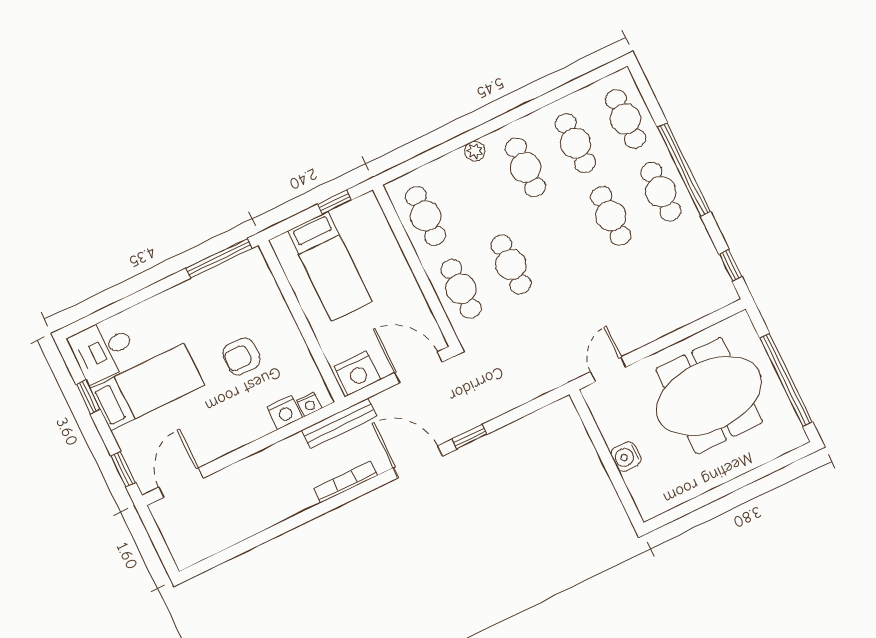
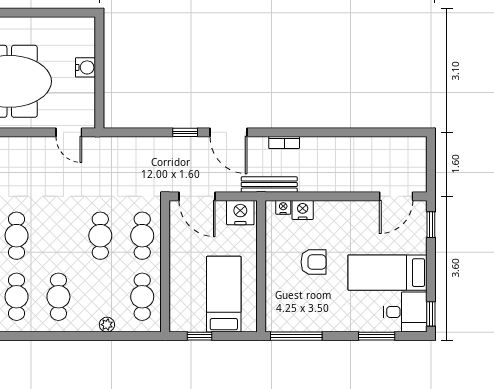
plant: (475, 151) -> (107, 325), moved
window: (123, 305) -> (377, 336), added
door: (608, 369) -> (69, 132), hinge flipped
window: (88, 397) -> (431, 314), moved
bookcase: (346, 482) -> (284, 143), width x0.64

